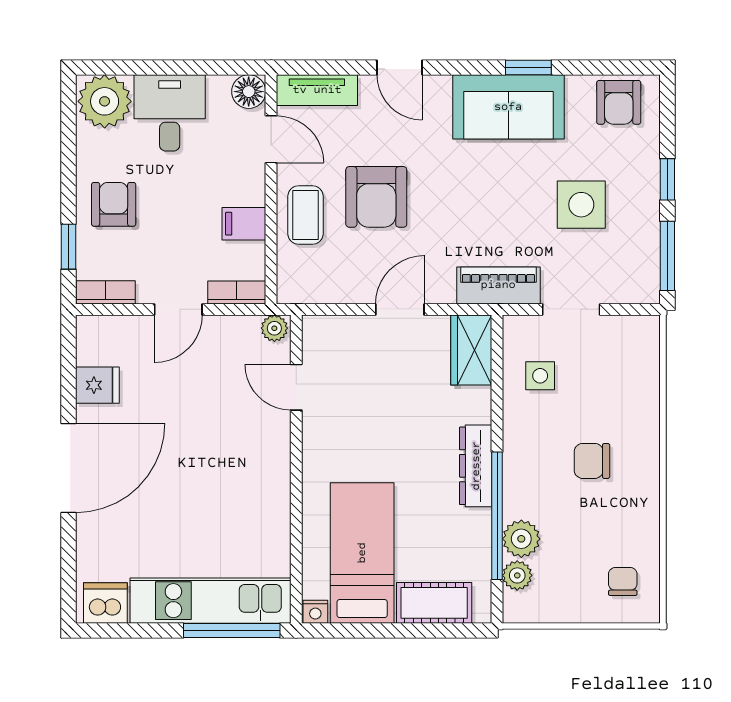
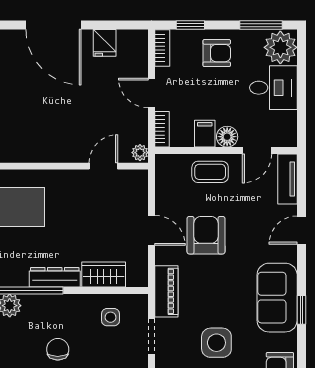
floor lamp: (249, 92) -> (227, 137), moved
window: (68, 133) -> (261, 25), added
armchair: (376, 197) -> (206, 235), moved, turned 90
wardrobe: (471, 350) -> (104, 275), moved

